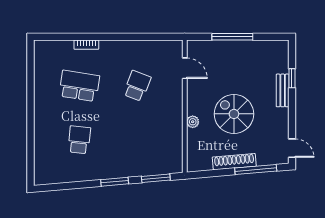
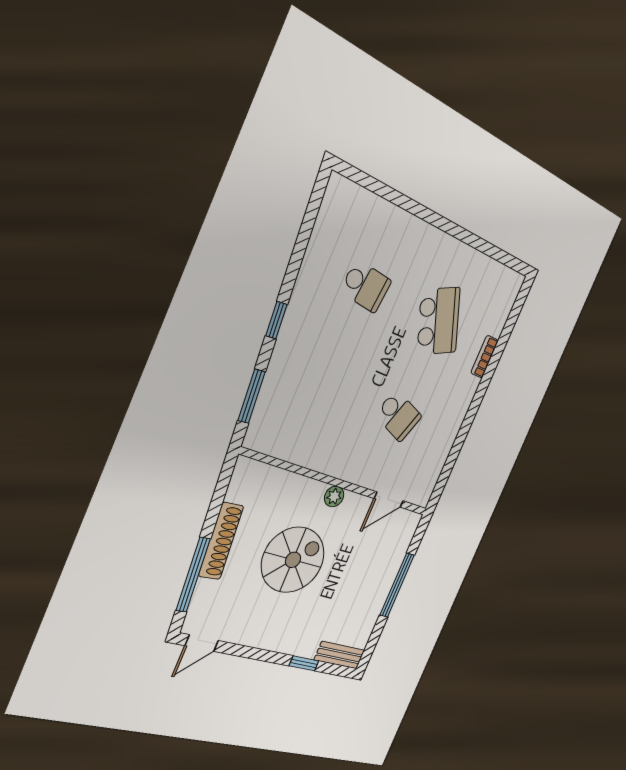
school desk: (79, 86) -> (439, 321), turned -33
bench: (283, 90) -> (339, 655), moved
plant: (193, 122) -> (334, 496), moved
window: (115, 182) -> (276, 320), width x0.67

